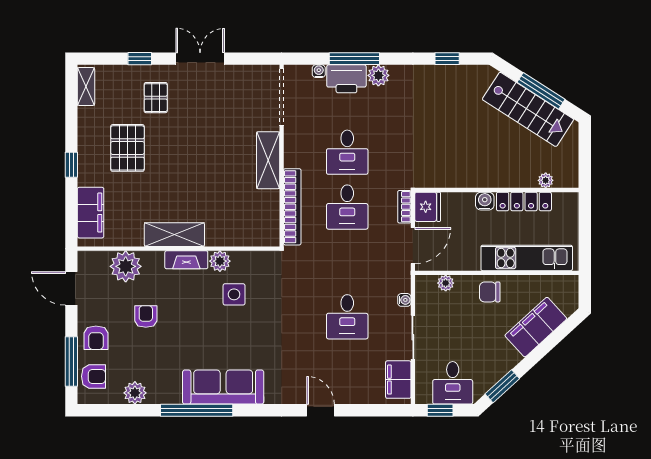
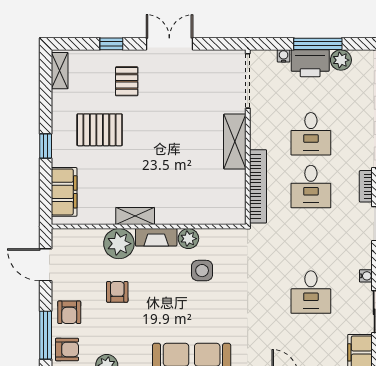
pallet: (127, 148) -> (100, 130), turned 90
shelving: (174, 235) -> (135, 216), width x0.67, depth x0.75
plant: (126, 266) -> (119, 244), moved

